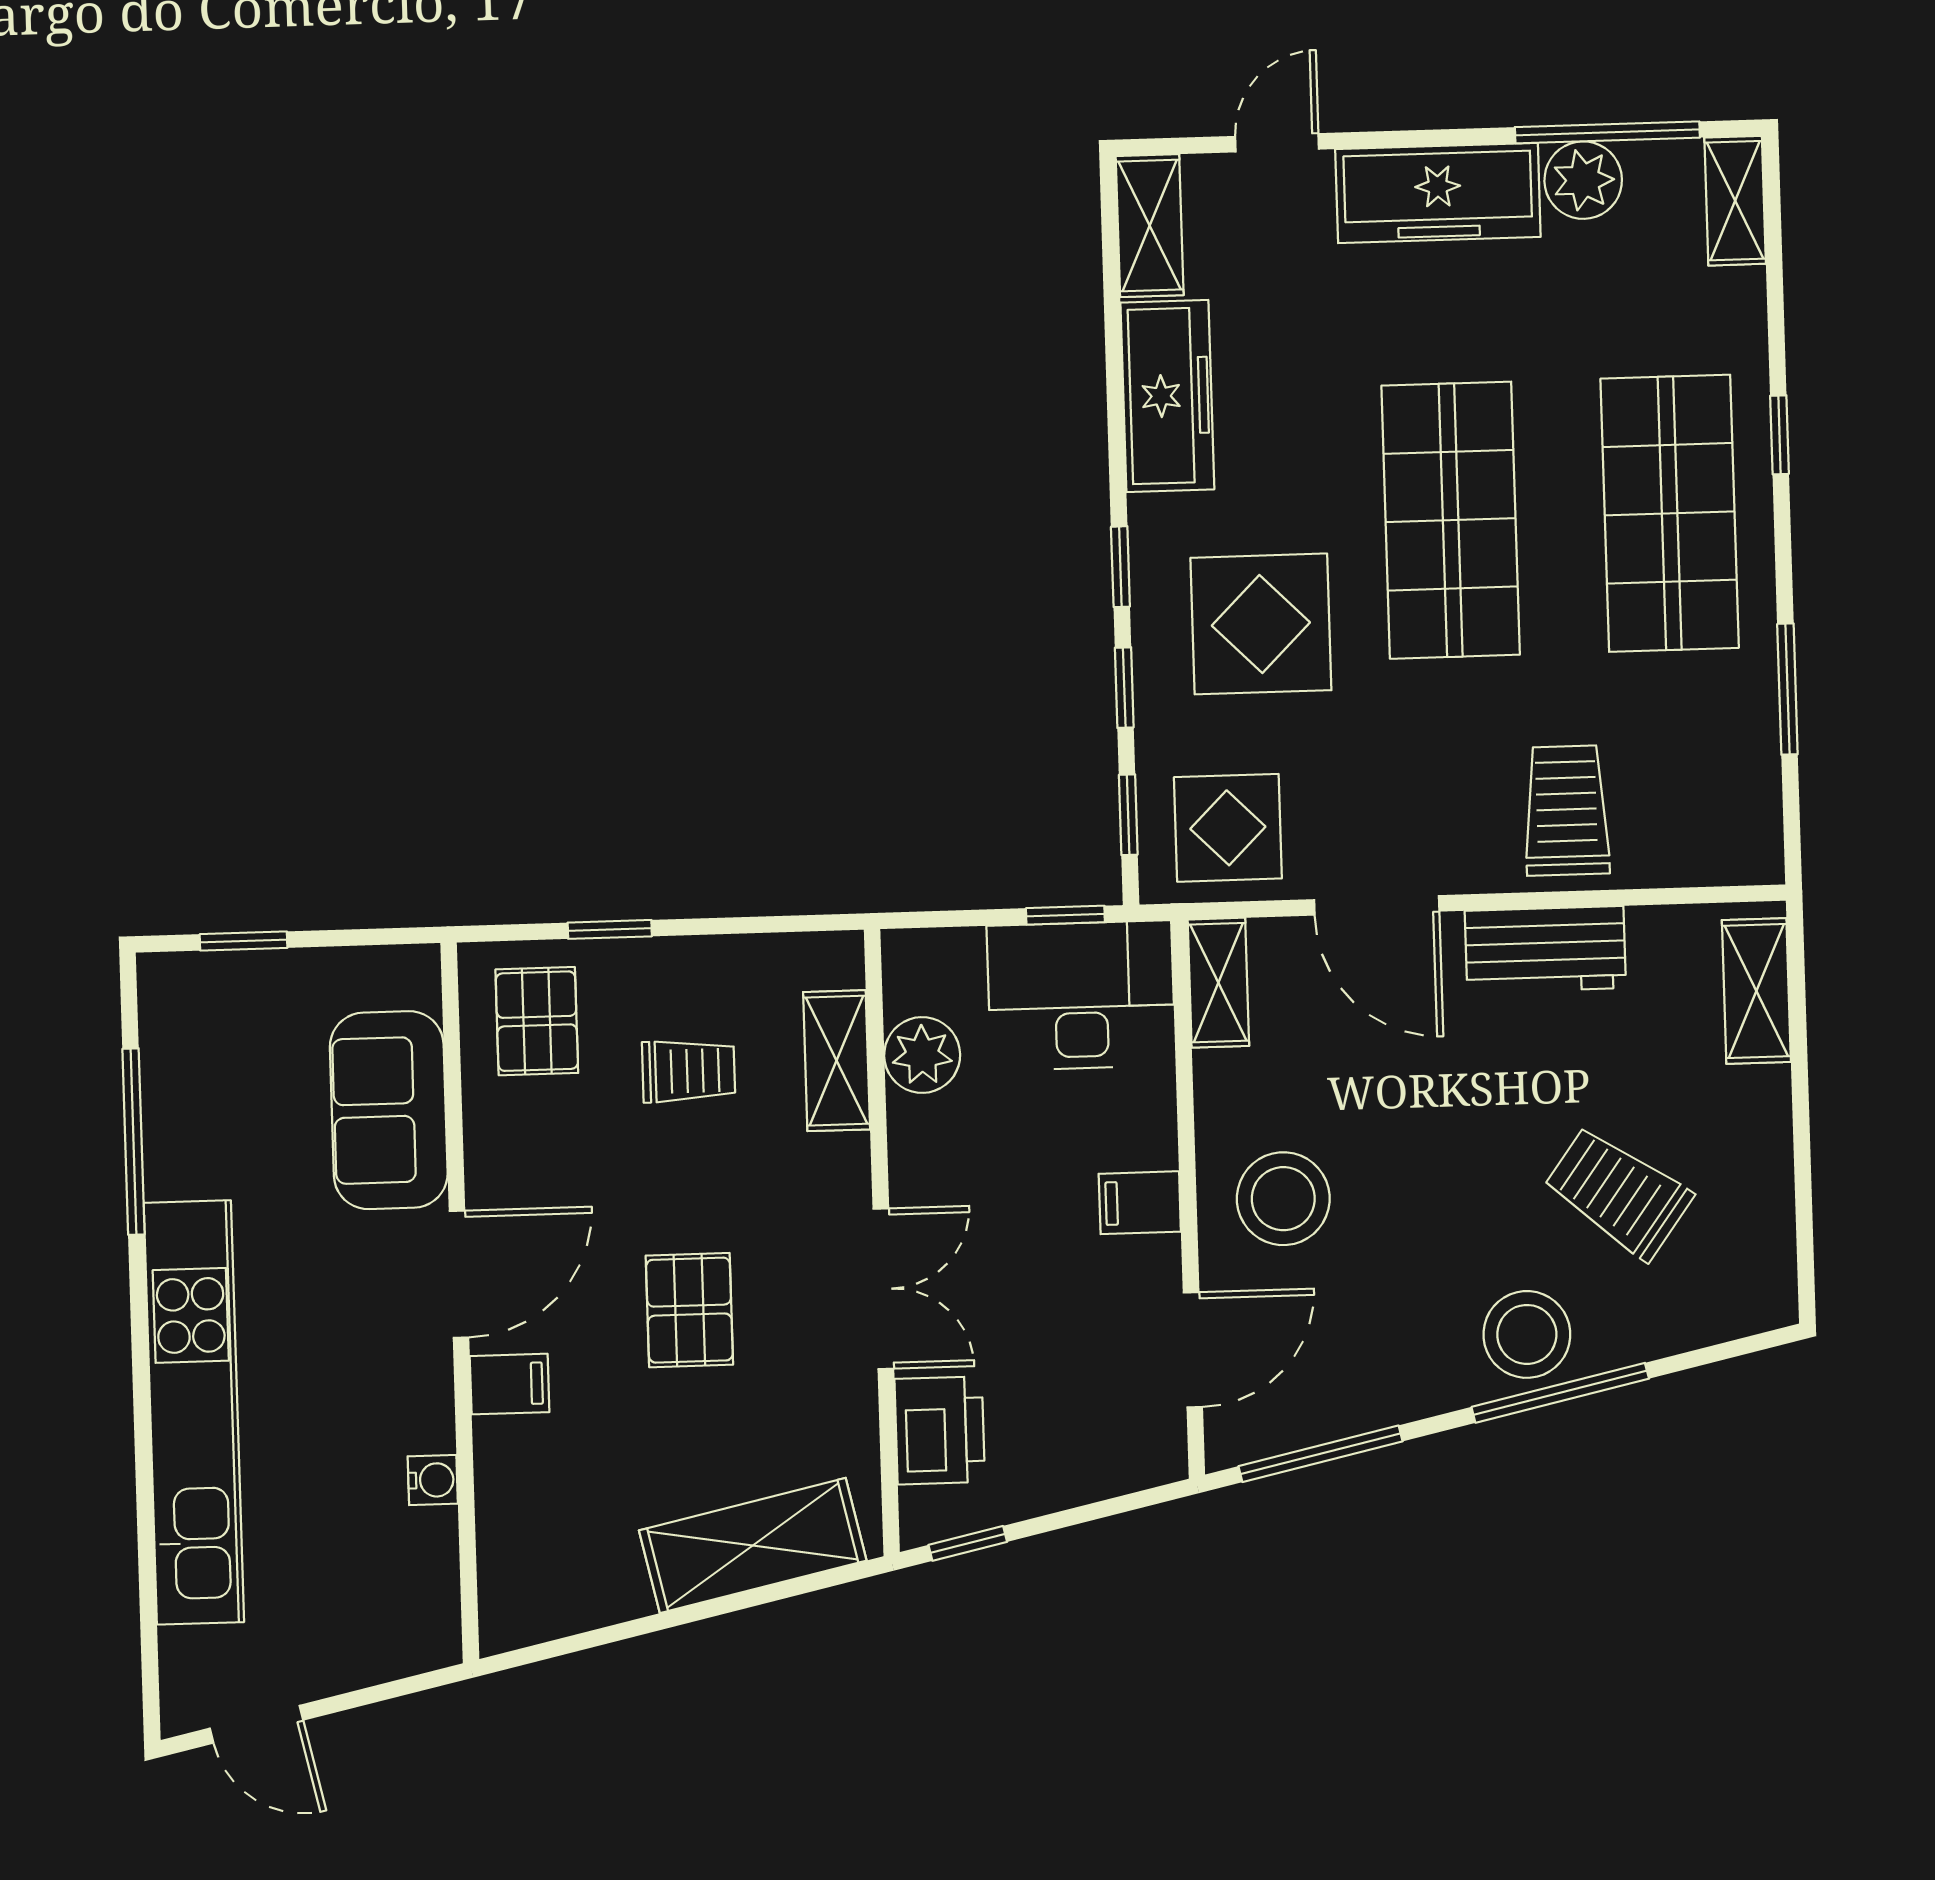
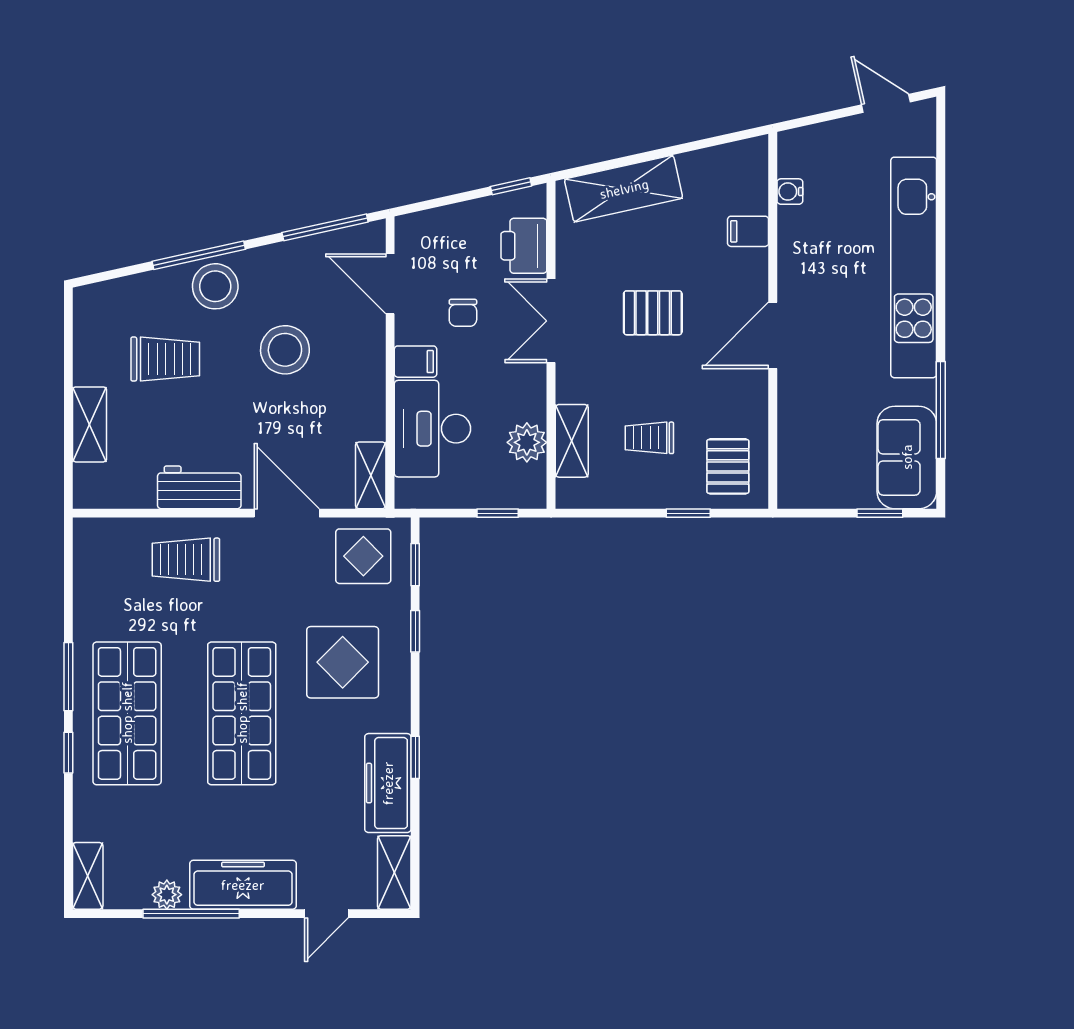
window: (1607, 132) -> (191, 914), moved
plant: (1583, 180) -> (167, 895), width x0.73, depth x0.73
window: (1120, 567) -> (415, 757), moved
window: (1787, 689) -> (68, 677), moved
trolley: (1567, 810) -> (186, 560), turned 90
window: (1065, 915) -> (498, 513), moved
shelving: (1756, 991) -> (90, 424), moved
desk: (1081, 996) -> (432, 429), moved, turned 90
sofa: (389, 1110) -> (907, 457), moved, turned 180
trolley: (1618, 1193) -> (165, 359), turned -36
stool: (1283, 1199) -> (285, 350), moved
chair: (1052, 1299) -> (463, 313), added
pallet: (689, 1310) -> (653, 313), turned 90
door: (1193, 1350) -> (390, 284), hinge flipped
filing cabinet: (510, 1384) -> (748, 231), moved
water cooler: (433, 1480) -> (790, 192), moved

